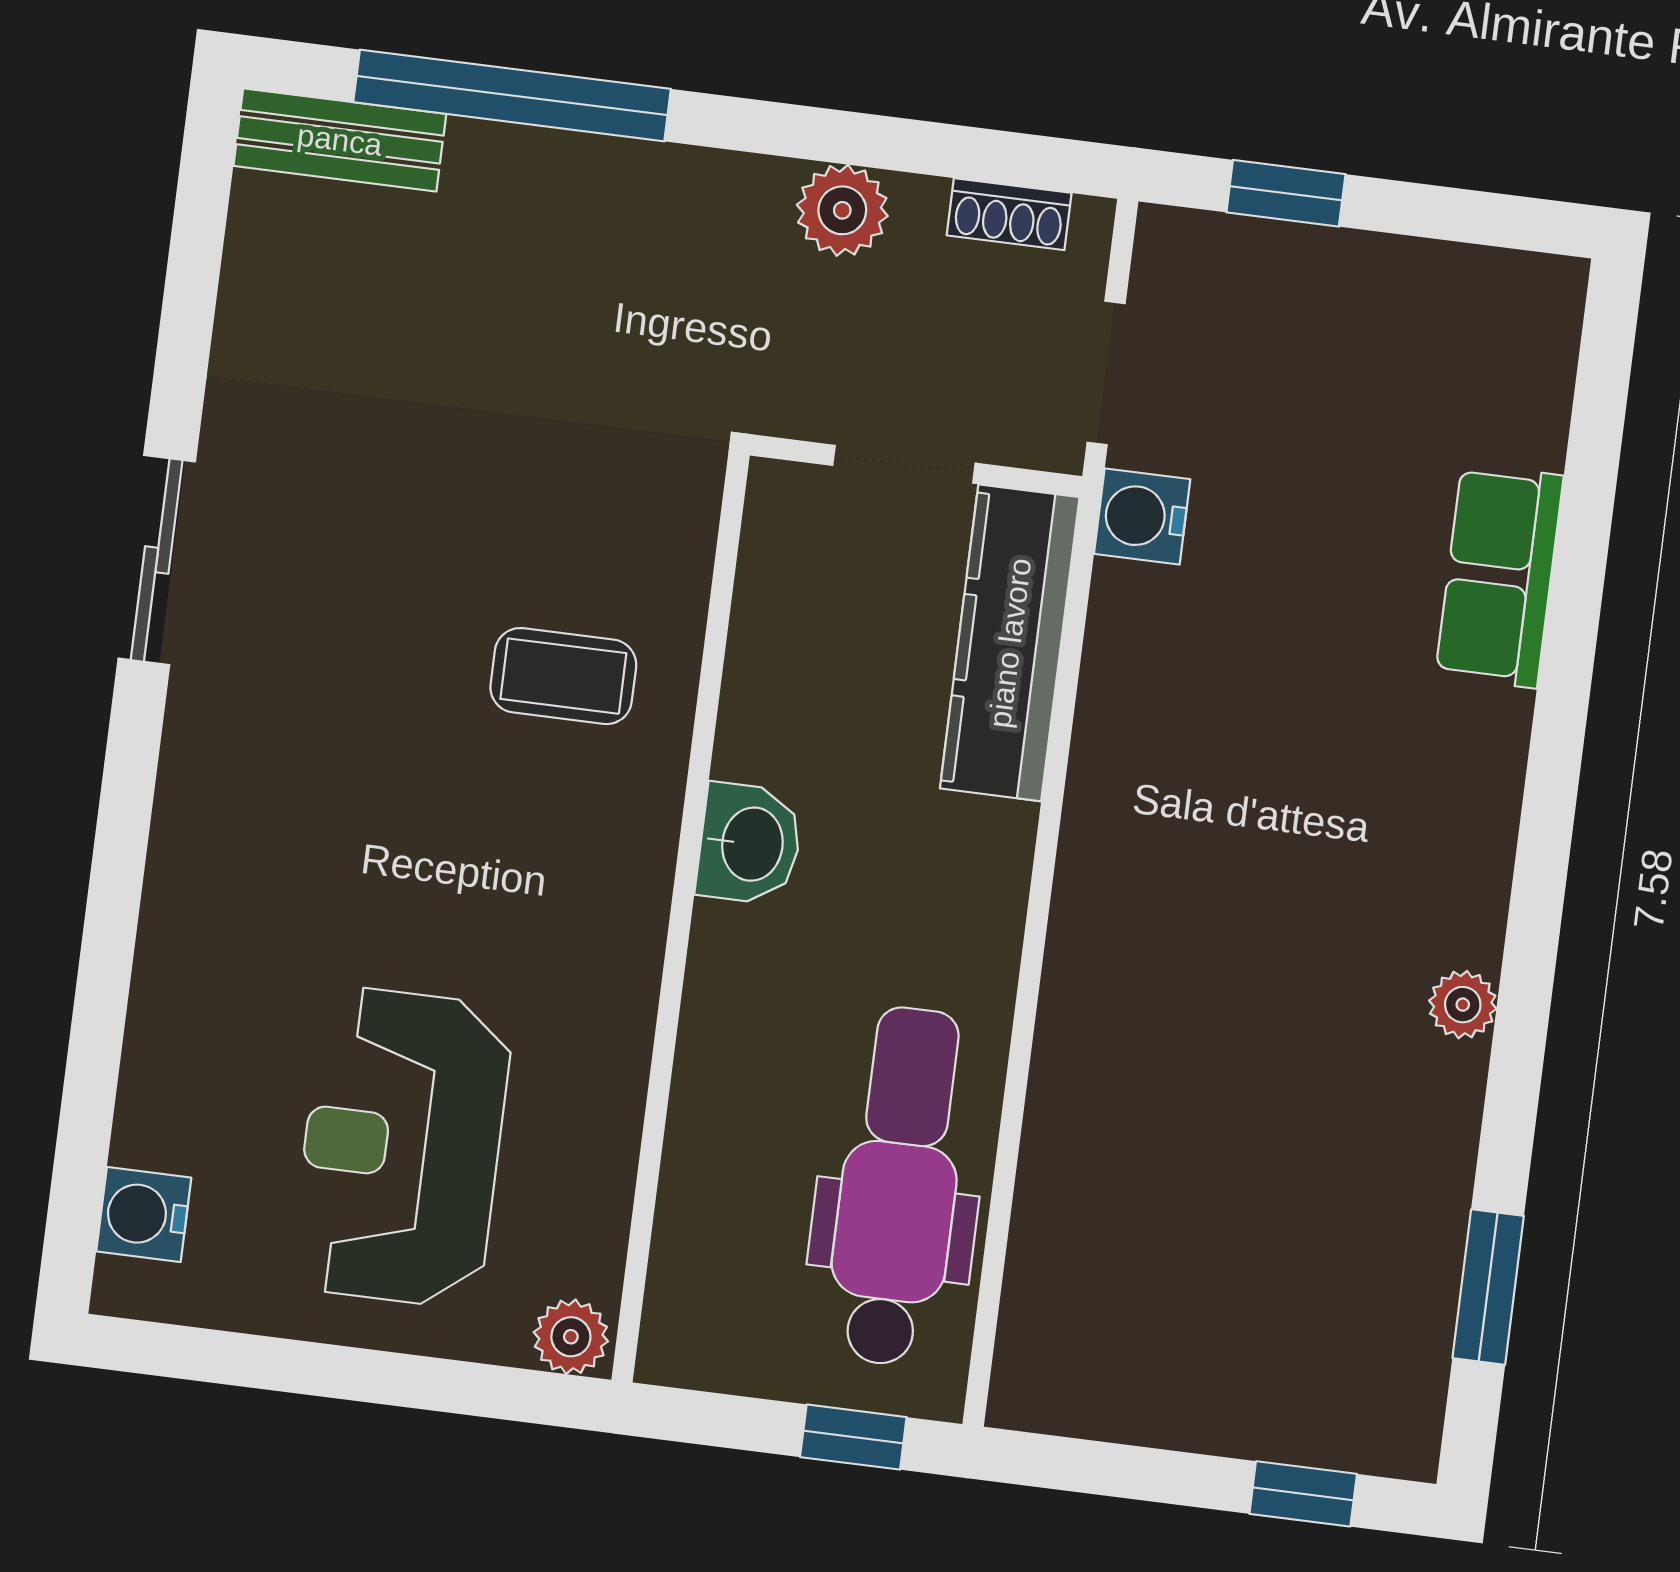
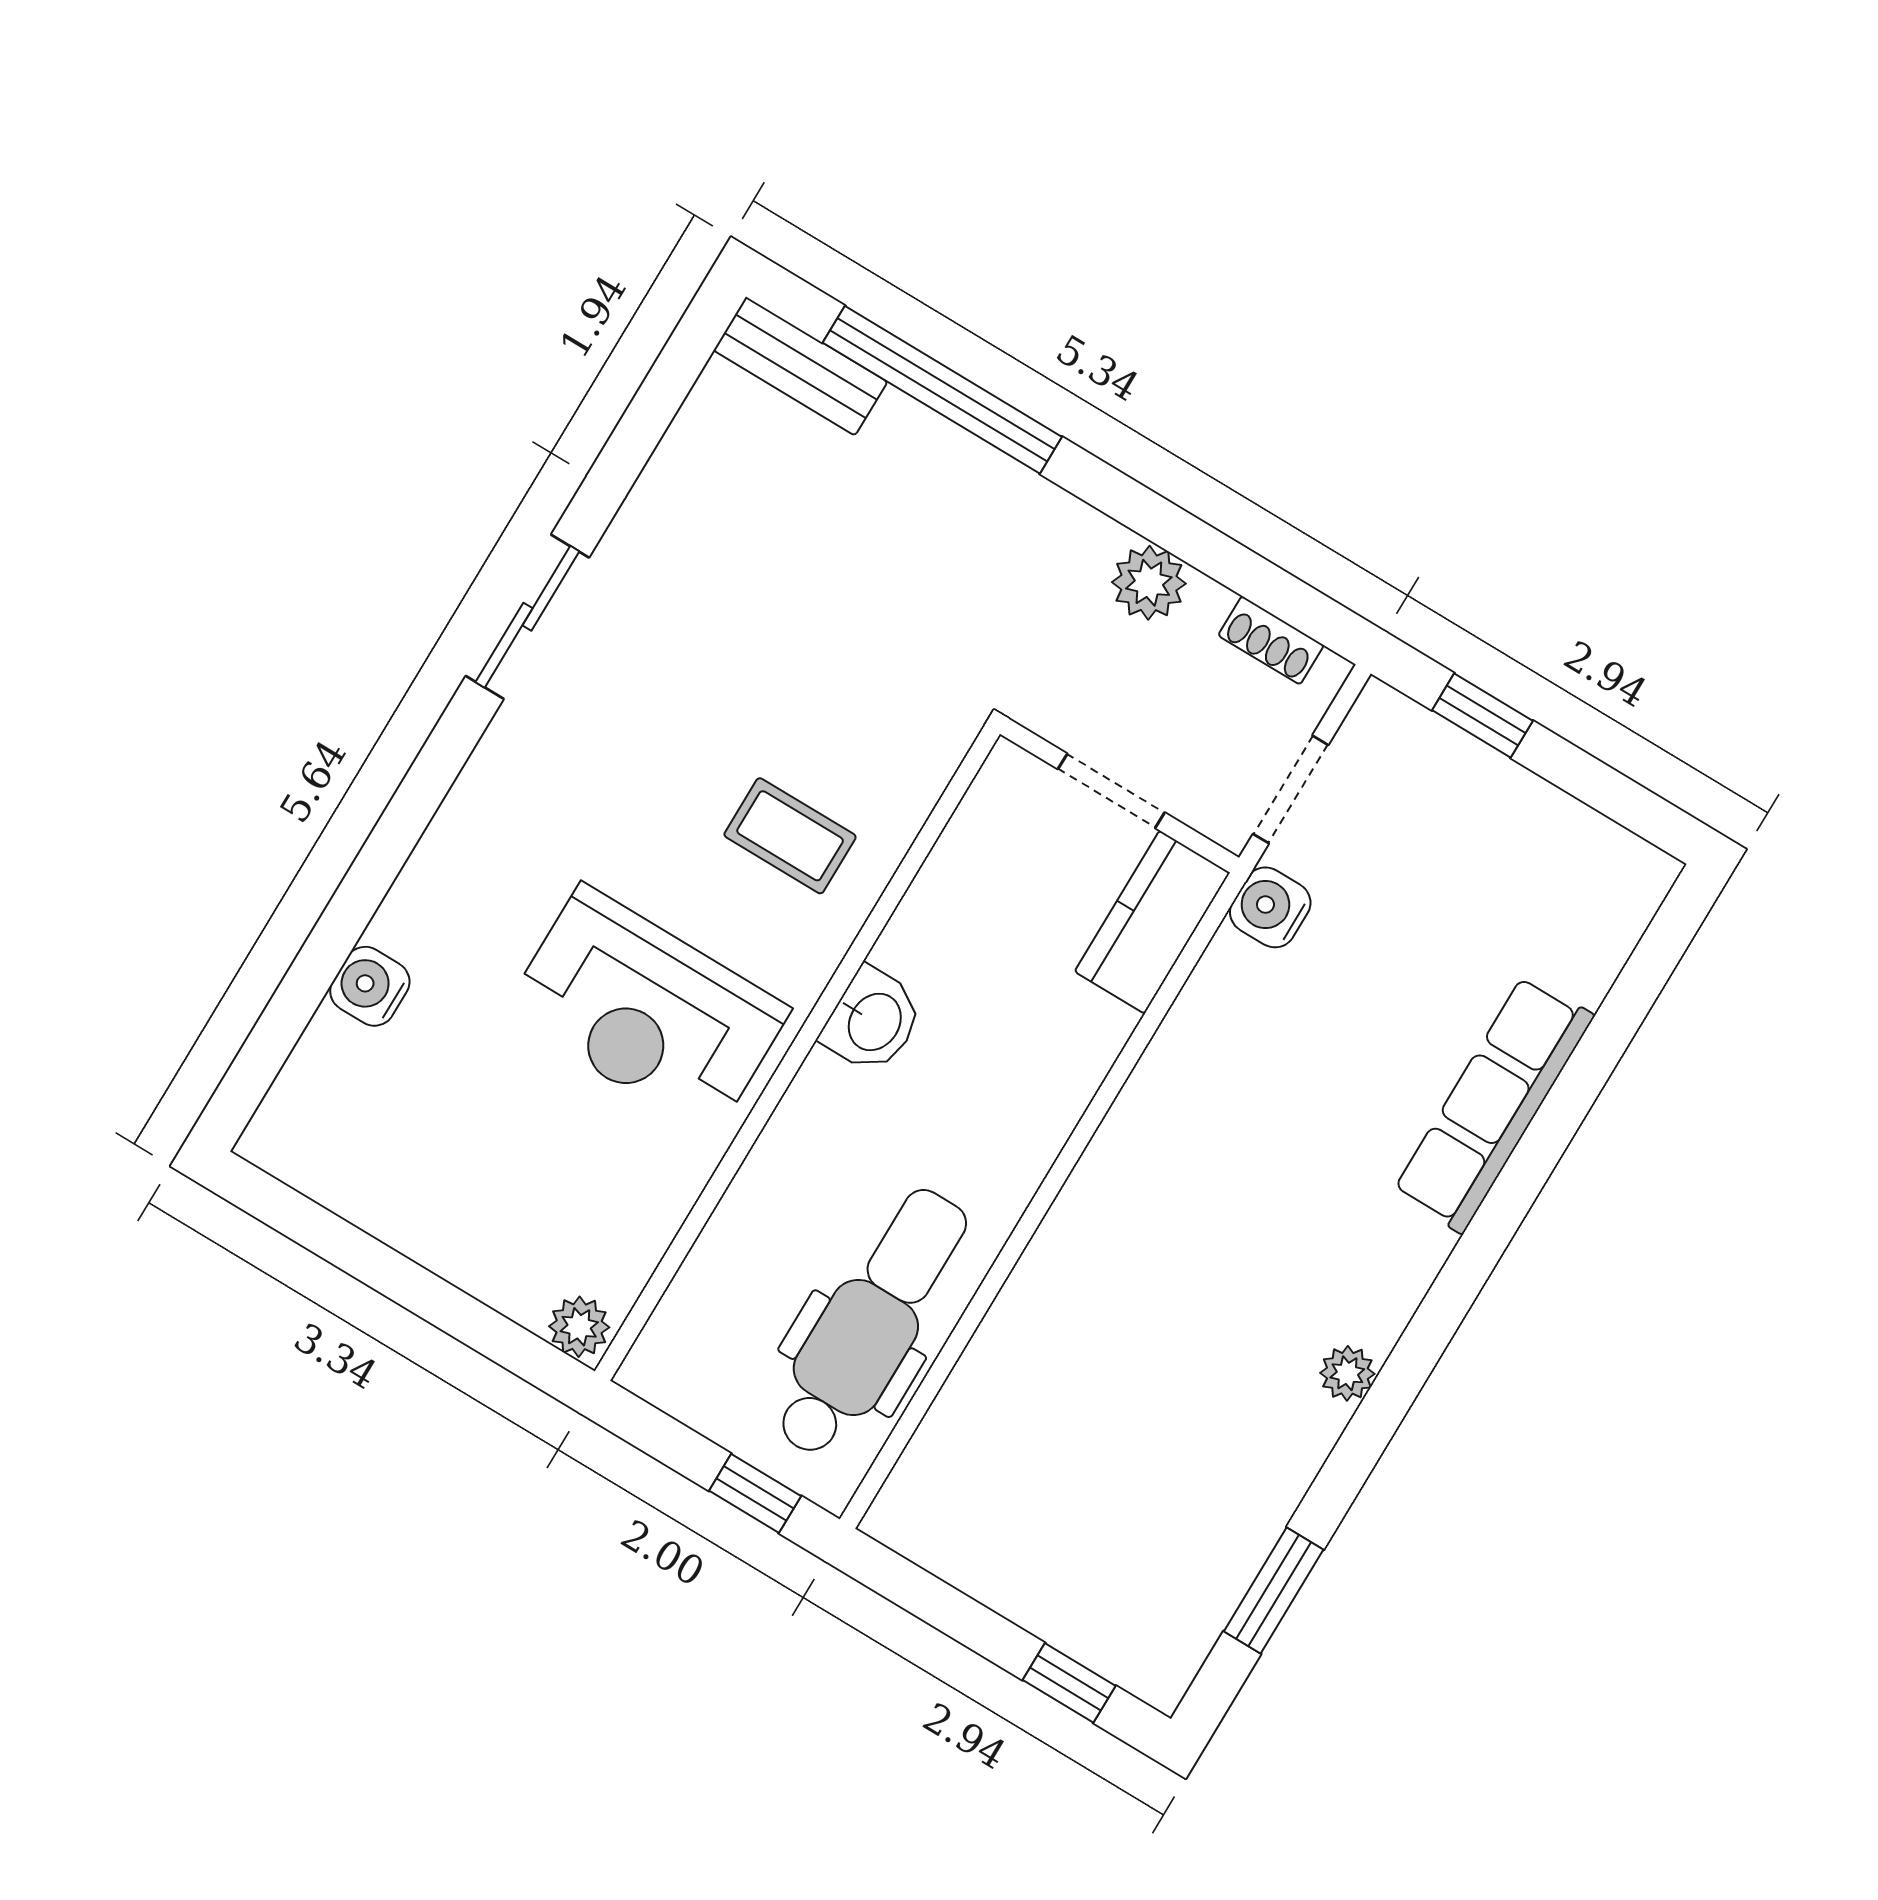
row of seats: (1499, 576) -> (1493, 1104), width x1.48
kitchen counter: (1010, 643) -> (1152, 922), width x0.67
reception desk: (402, 1147) -> (647, 1011), moved, turned -90
water cooler: (144, 1214) -> (370, 986), moved

